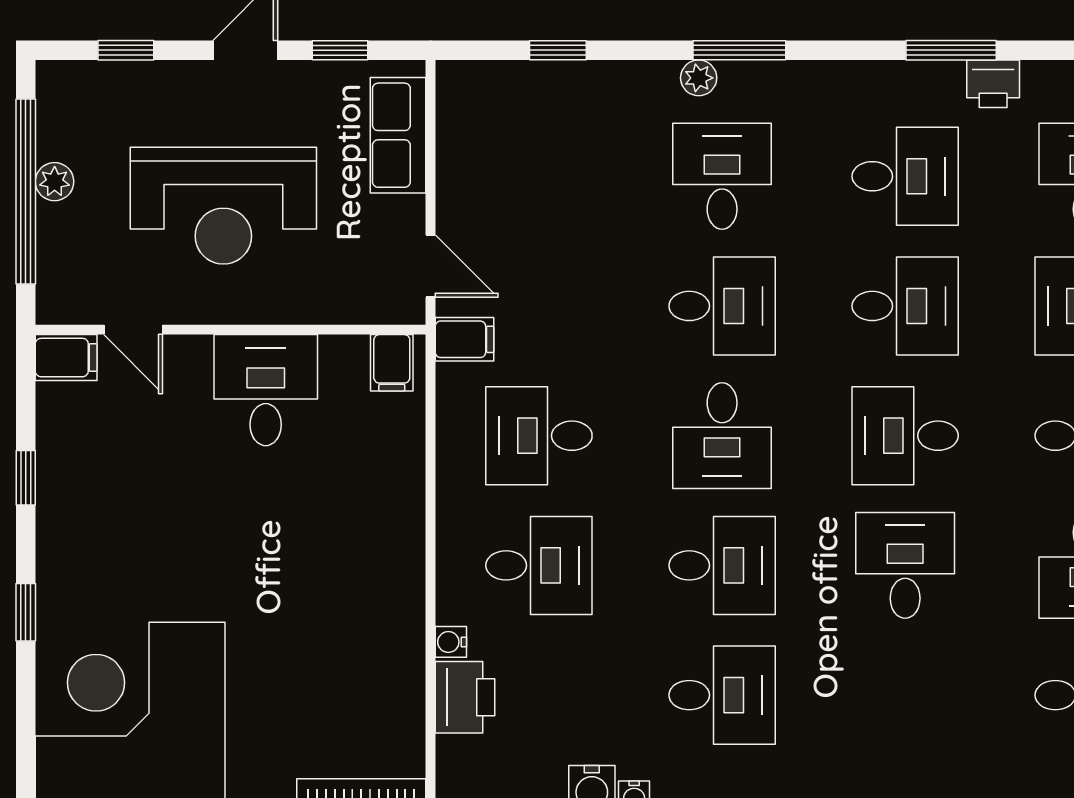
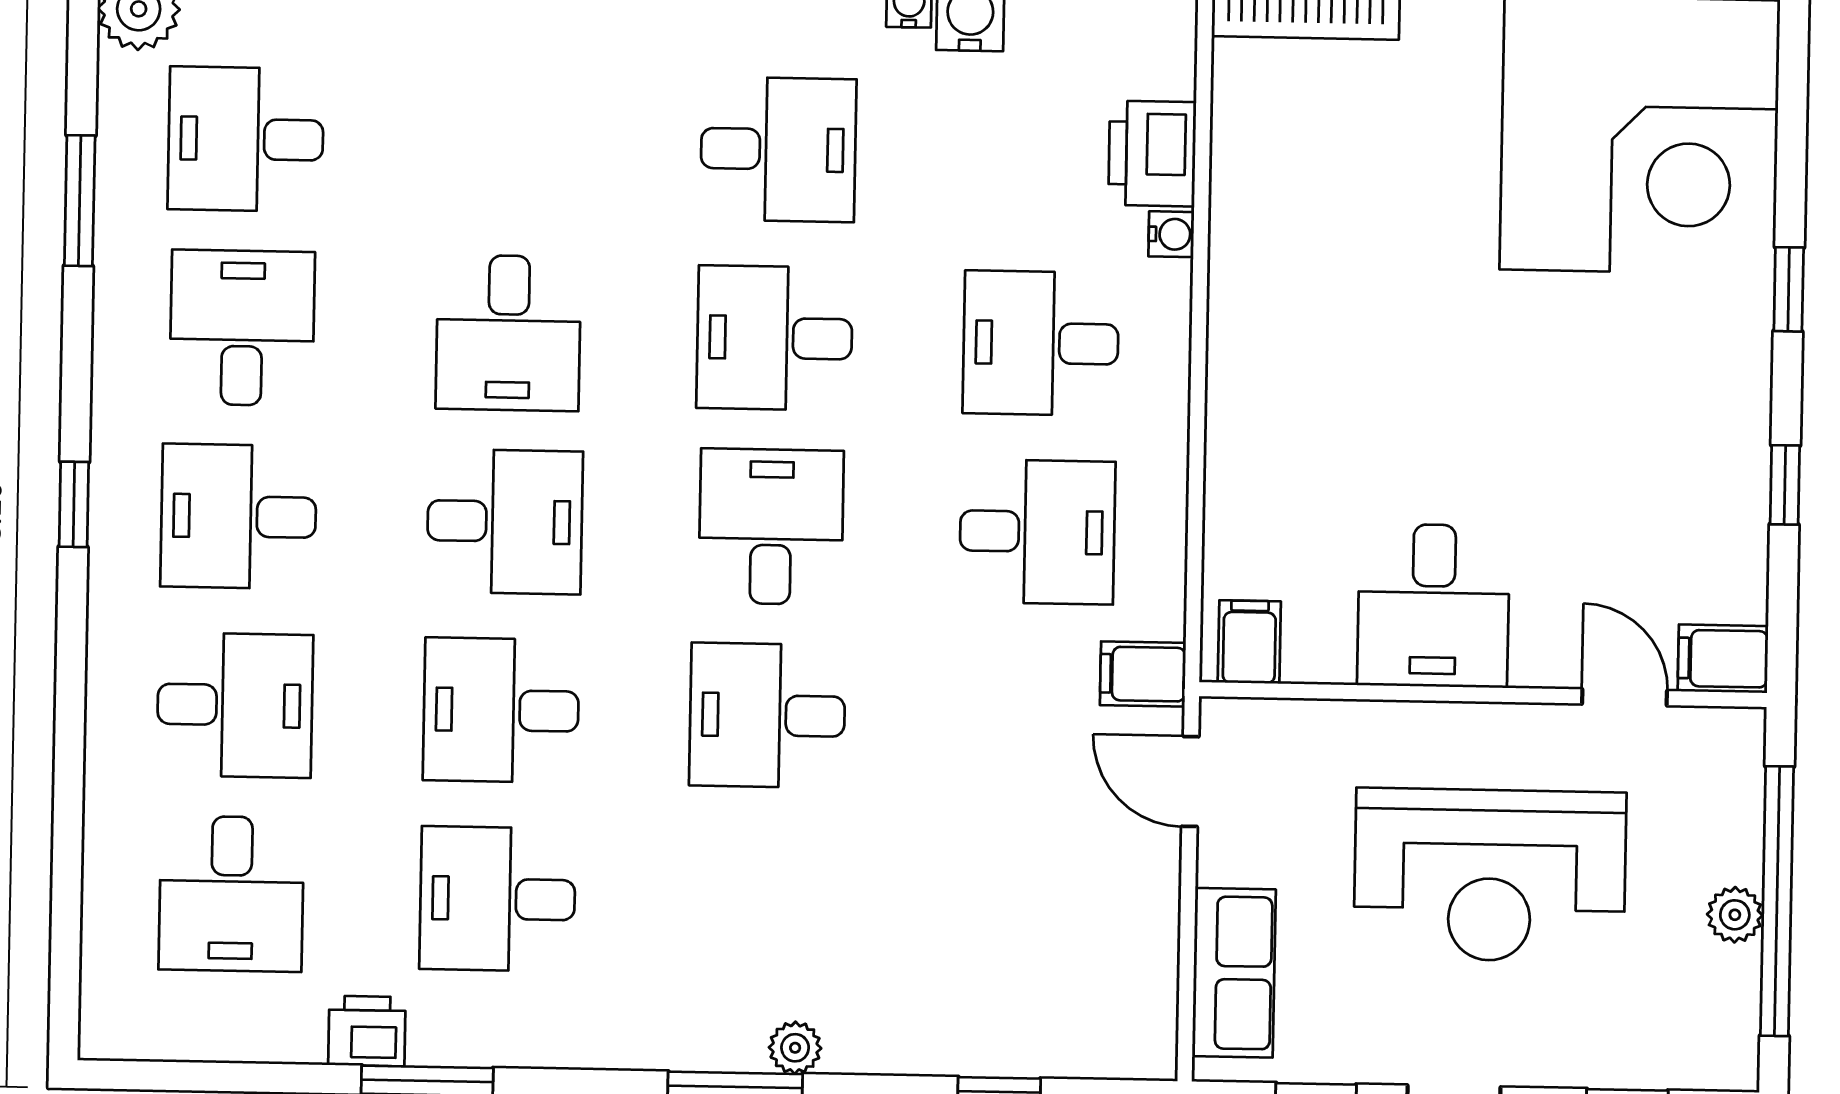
desk: (722, 176) -> (764, 904), removed
reception desk: (223, 206) -> (1490, 875), turned 180
desk: (722, 695) -> (778, 149), turned 180

